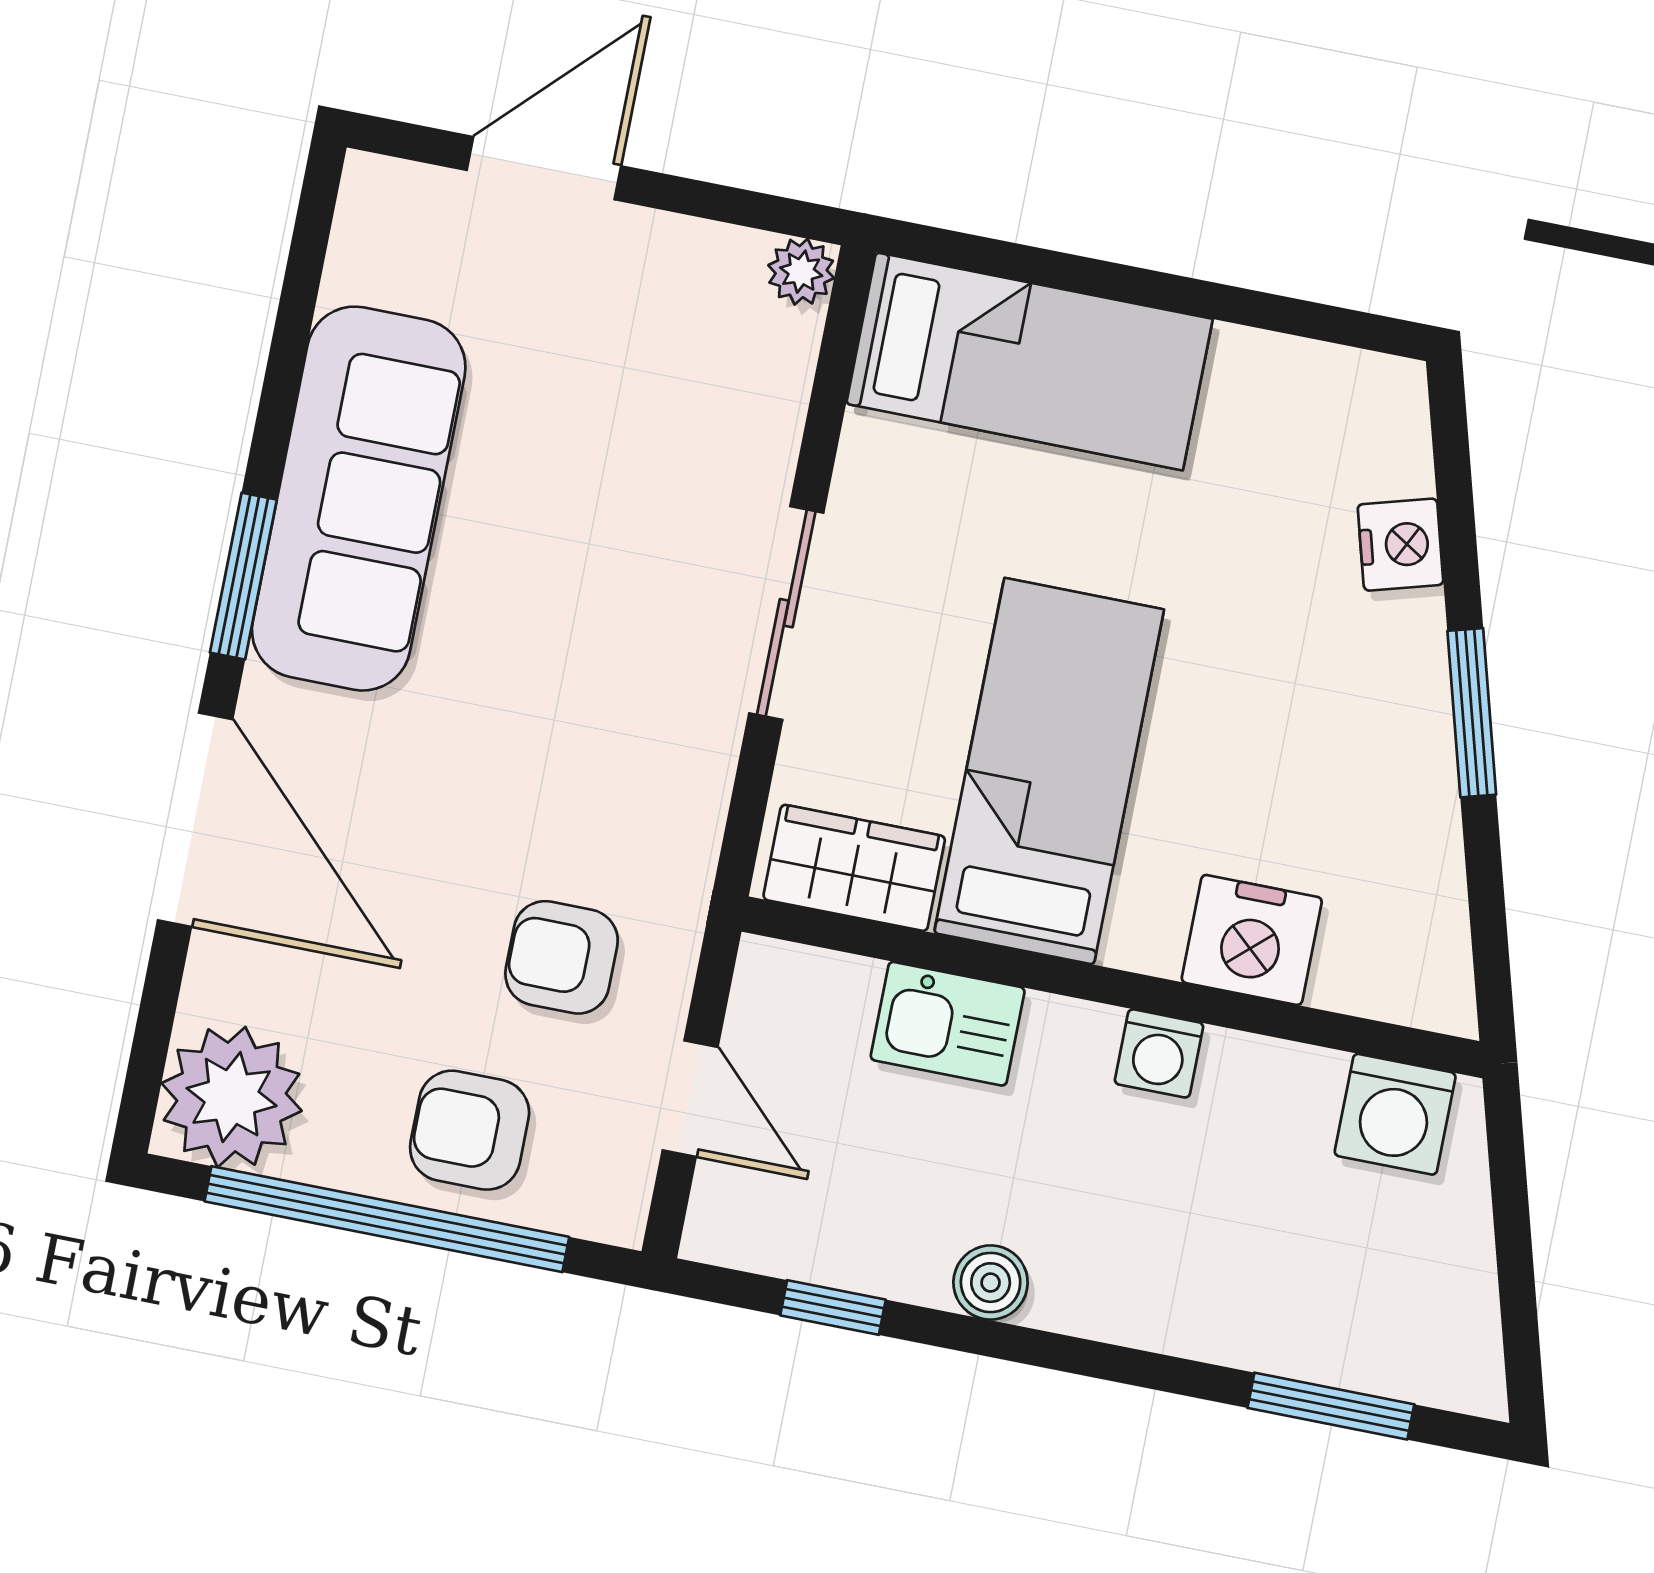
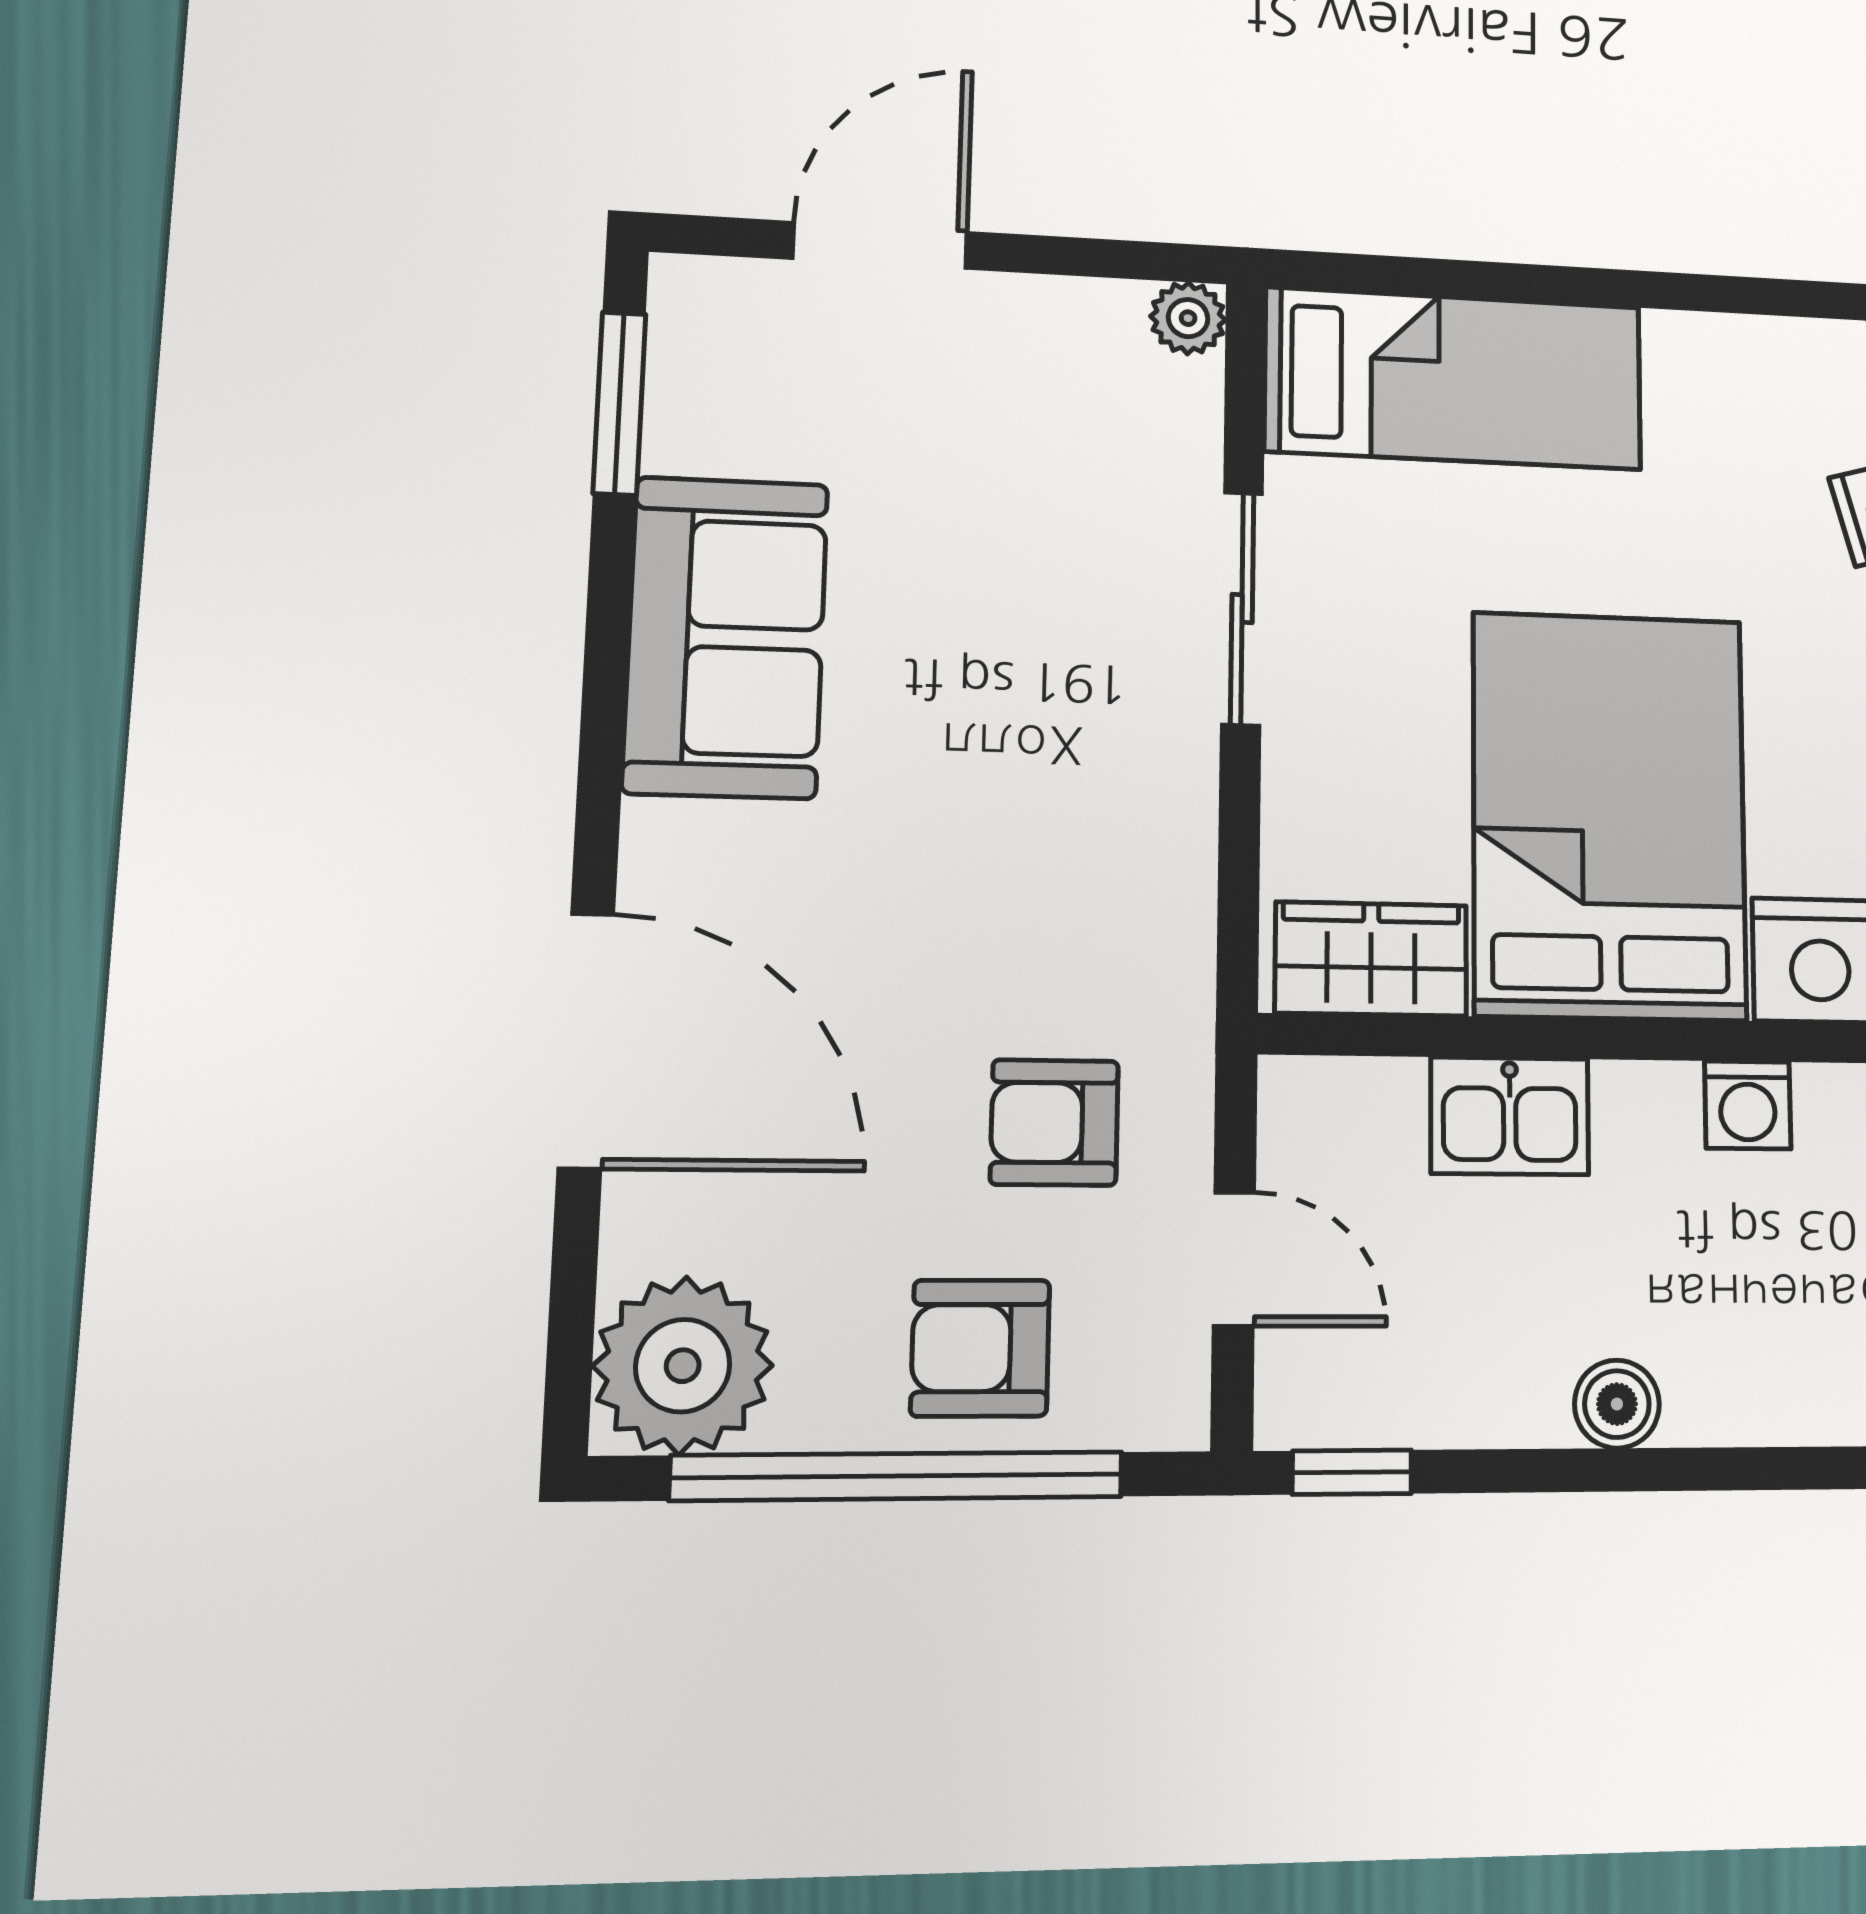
sofa: (359, 499) -> (726, 637), width x0.73
window: (243, 576) -> (619, 403), moved
sliding door: (786, 613) -> (1242, 608), moved
bed: (1049, 771) -> (1609, 816), width x1.50
window: (833, 1307) -> (1352, 1472), moved

